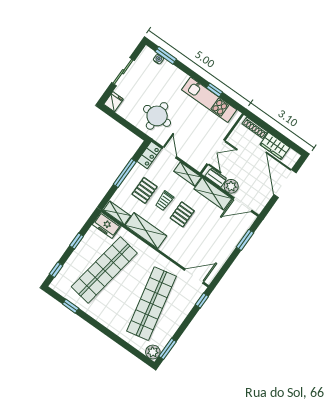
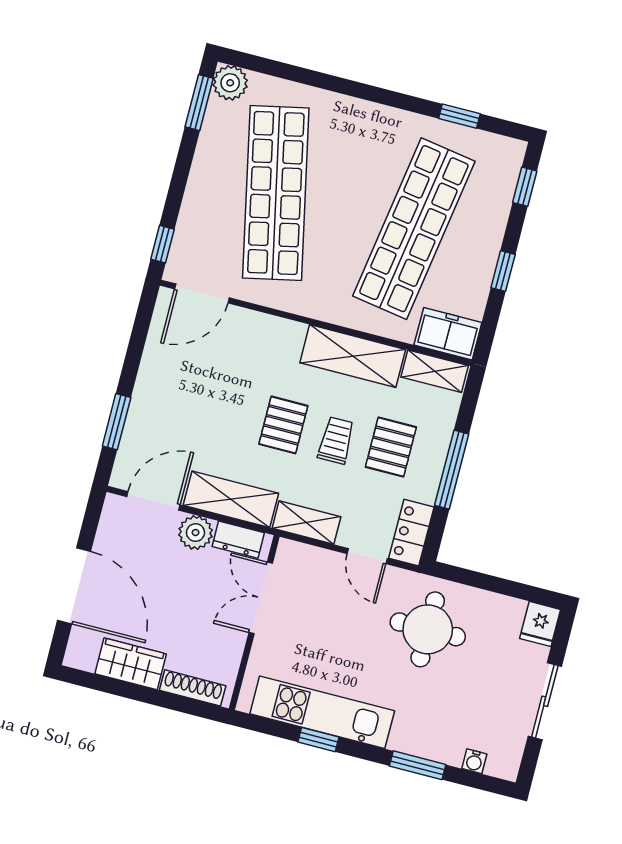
window: (166, 55) -> (418, 765), moved

